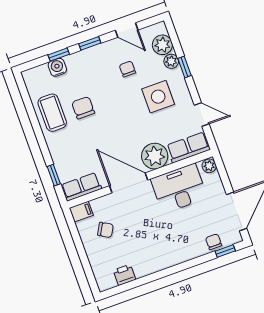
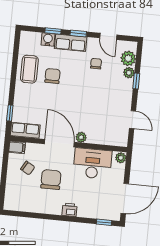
side table: (158, 97) -> (108, 93), removed
row of seats: (188, 147) -> (71, 43), moved, turned 180
plant: (155, 156) -> (81, 137), width x0.53, depth x0.53
chair: (214, 242) -> (51, 180), moved, width x1.87, depth x1.87
printer: (124, 275) -> (70, 210), moved

